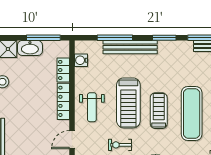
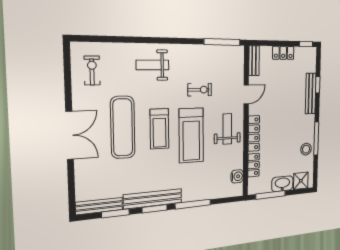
window: (115, 38) -> (193, 204), moved
bench: (130, 47) -> (153, 199), moved
treadmill: (128, 103) -> (191, 135), turned 180

